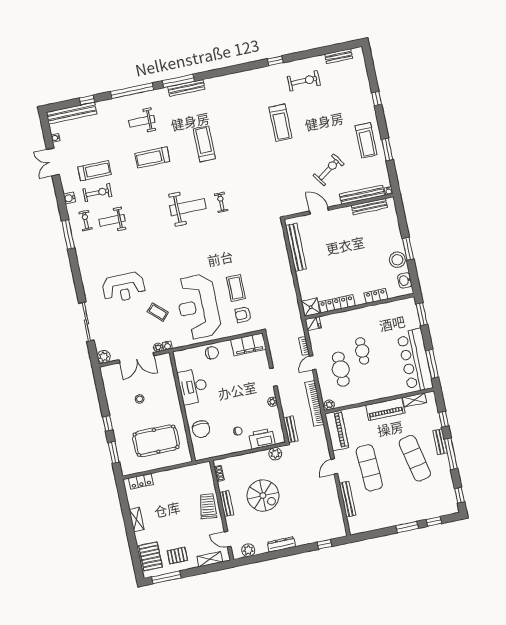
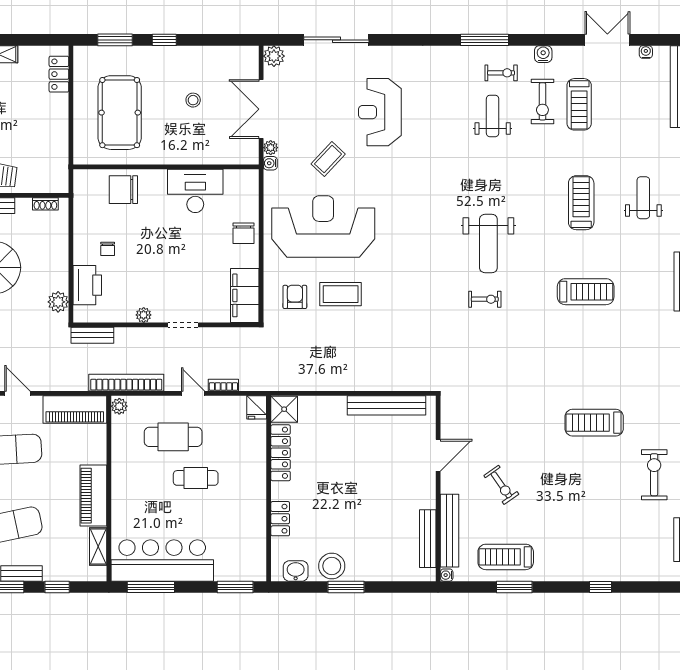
exercise bike: (304, 81) -> (654, 475), turned 180
treadmill: (366, 140) -> (506, 557), moved
exercise bike: (329, 170) -> (501, 485), width x0.73, depth x0.72

